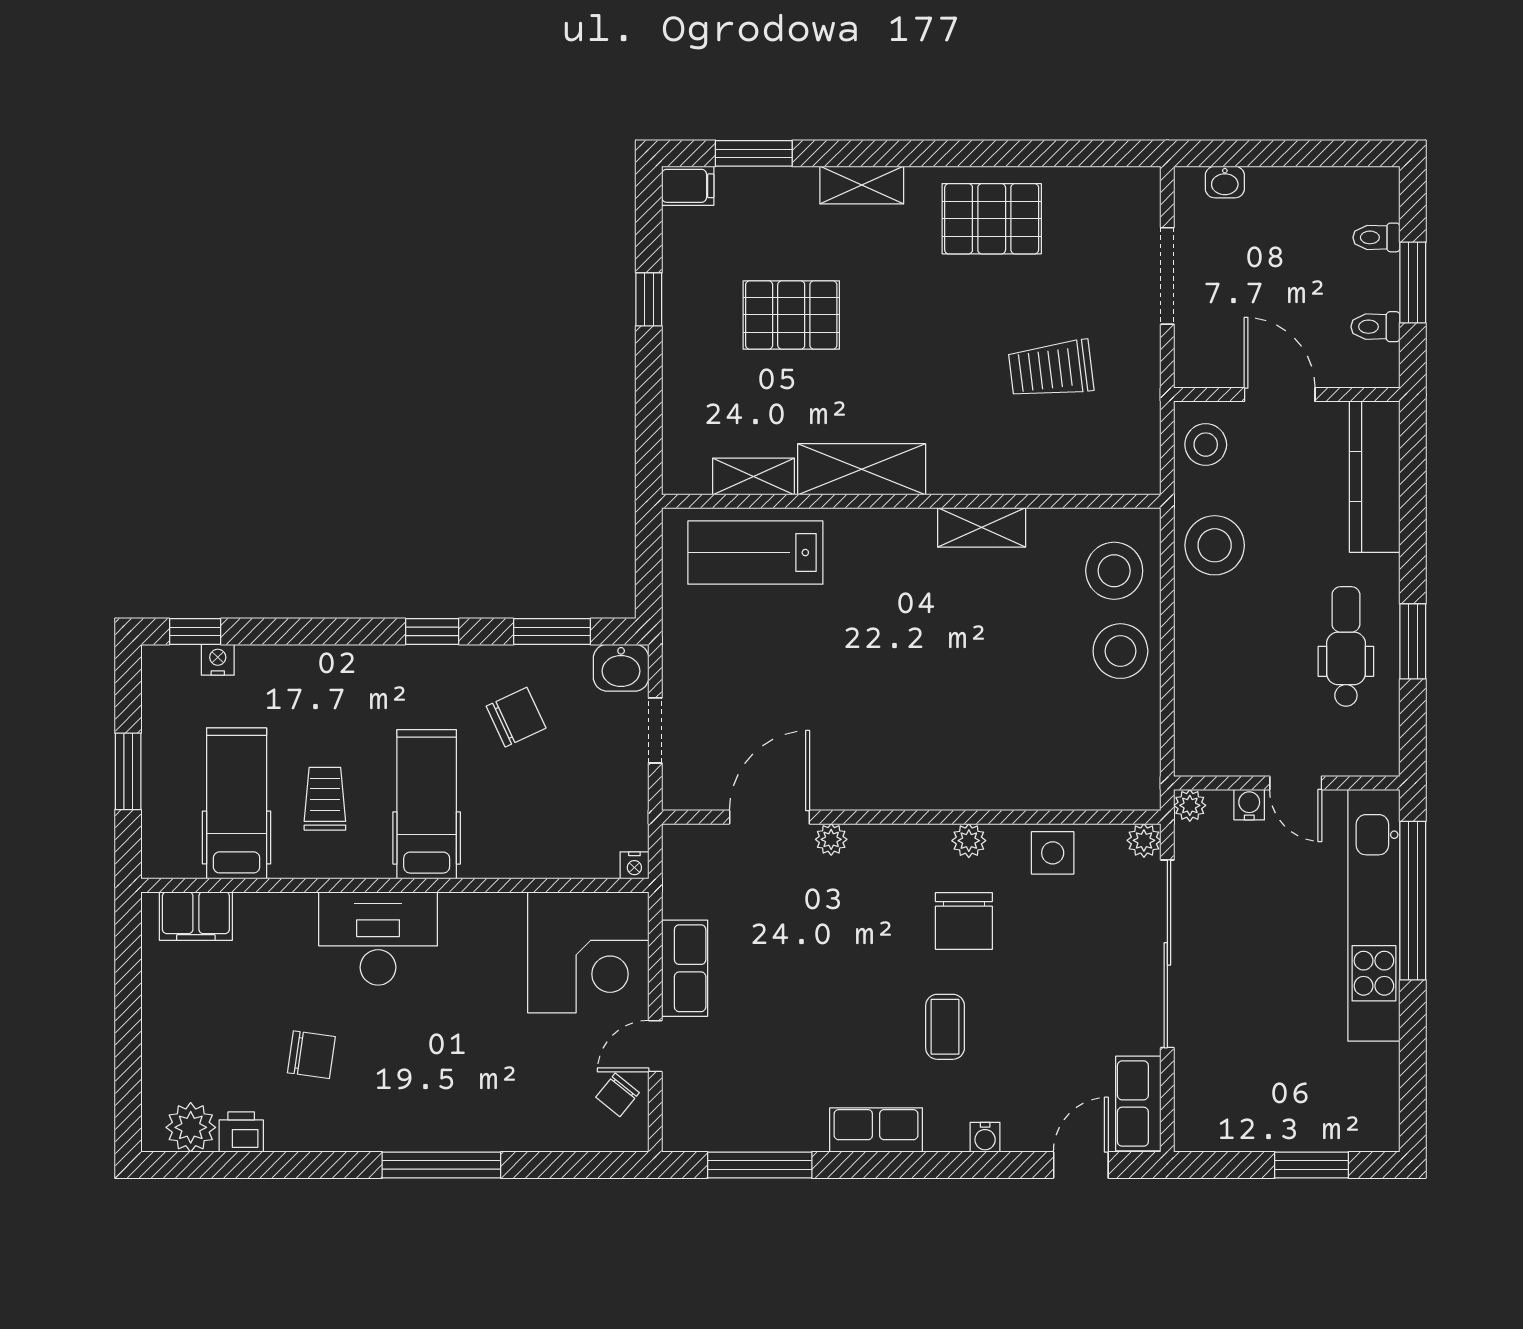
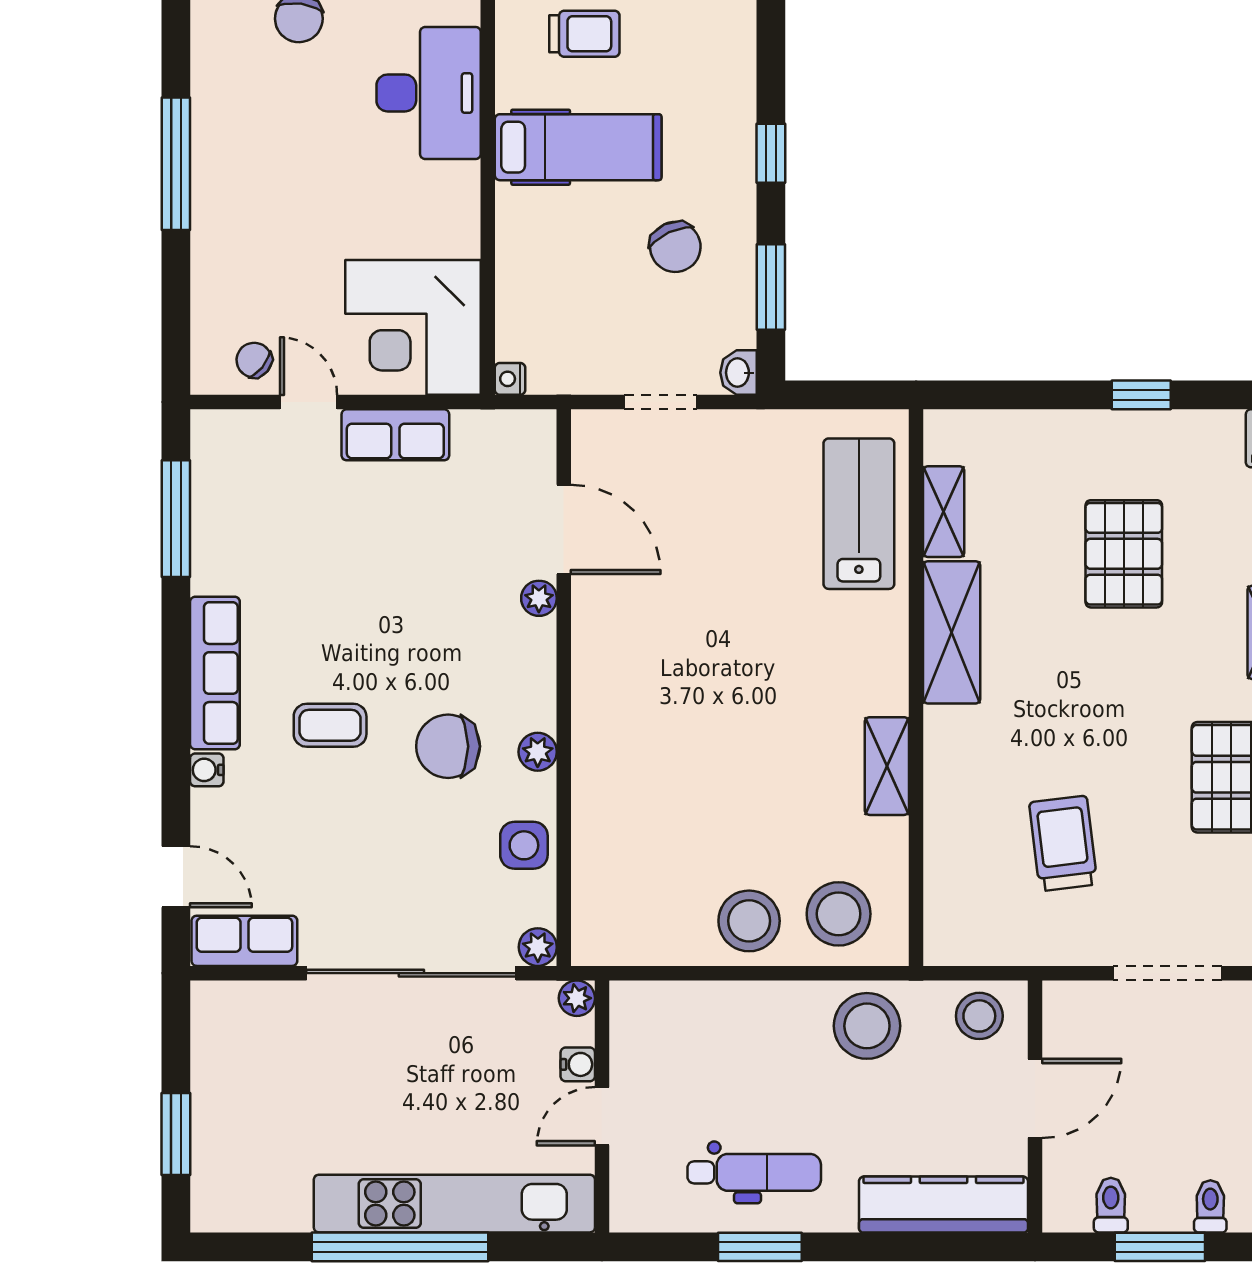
washbasin: (621, 668) -> (739, 373), width x0.72, depth x0.69
window: (1413, 901) -> (400, 1247), moved
row of seats: (876, 1130) -> (215, 673), width x1.48

